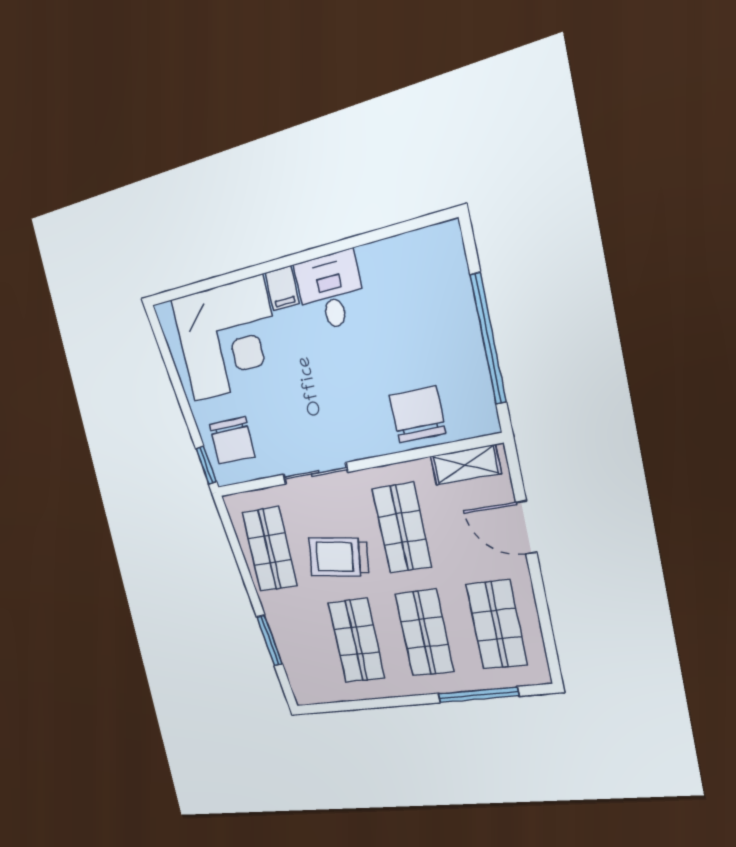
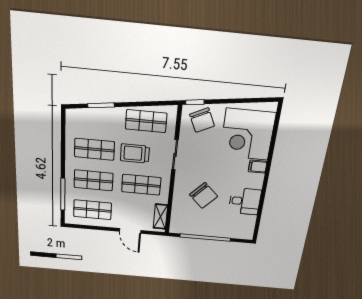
desk: (330, 291) -> (245, 201), moved
chair: (418, 414) -> (204, 196), moved, turned 44
chair: (232, 440) -> (202, 120), turned -115
door: (526, 527) -> (130, 231), swing flipped
trolley: (339, 557) -> (135, 153), turned -99

